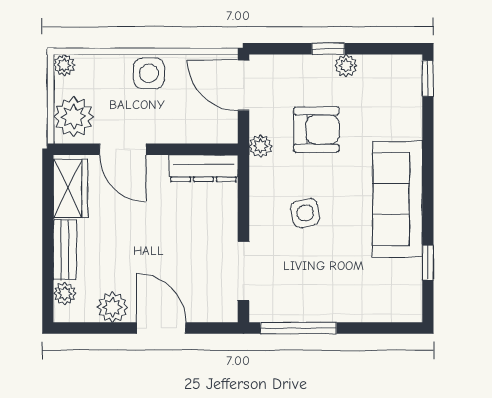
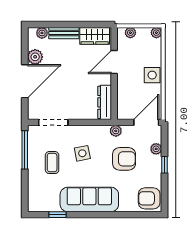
plant: (346, 65) -> (156, 149), moved
window: (428, 78) -> (150, 215), removed
armchair: (395, 79) -> (149, 198), added
plant: (74, 117) -> (130, 33), width x0.53, depth x0.53
armchair: (316, 130) -> (124, 159), turned -90
coffee table: (324, 273) -> (52, 163), added
door: (161, 328) -> (25, 81), width x1.36

